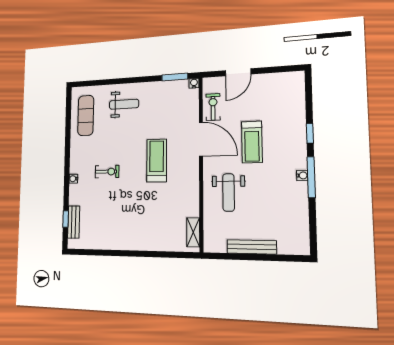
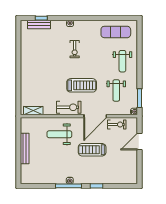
door: (238, 72) -> (139, 142), hinge flipped
weight bench: (164, 111) -> (116, 90), added
exercise bike: (188, 179) -> (69, 107), added

